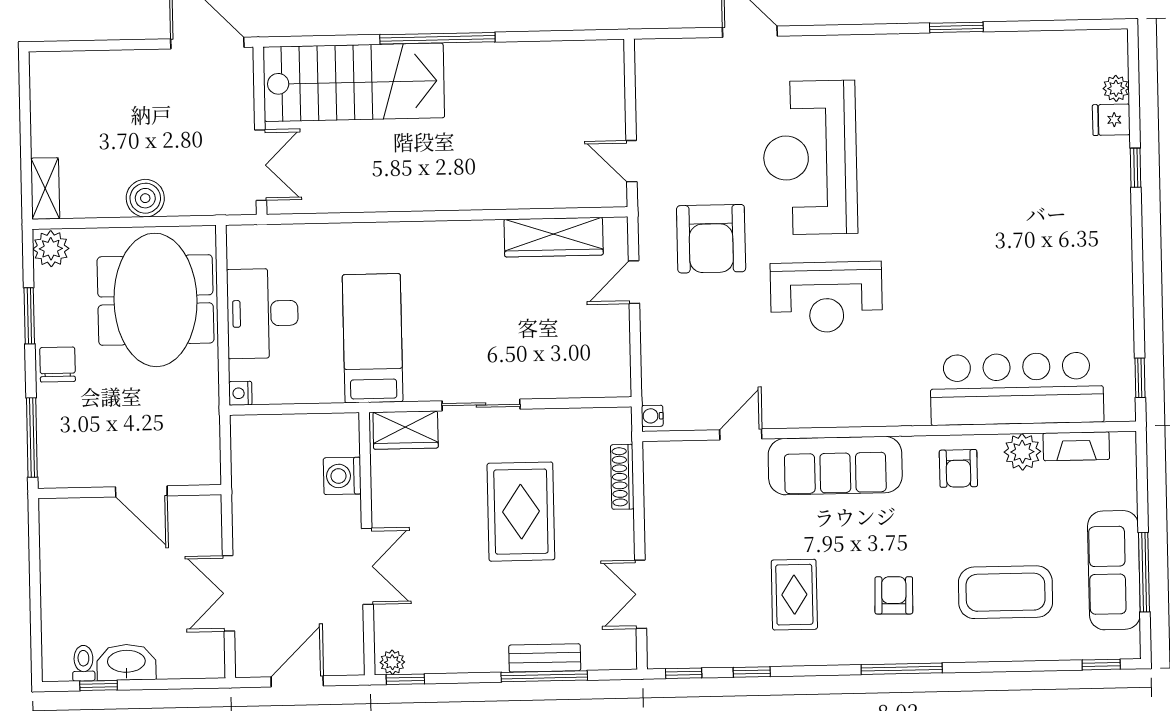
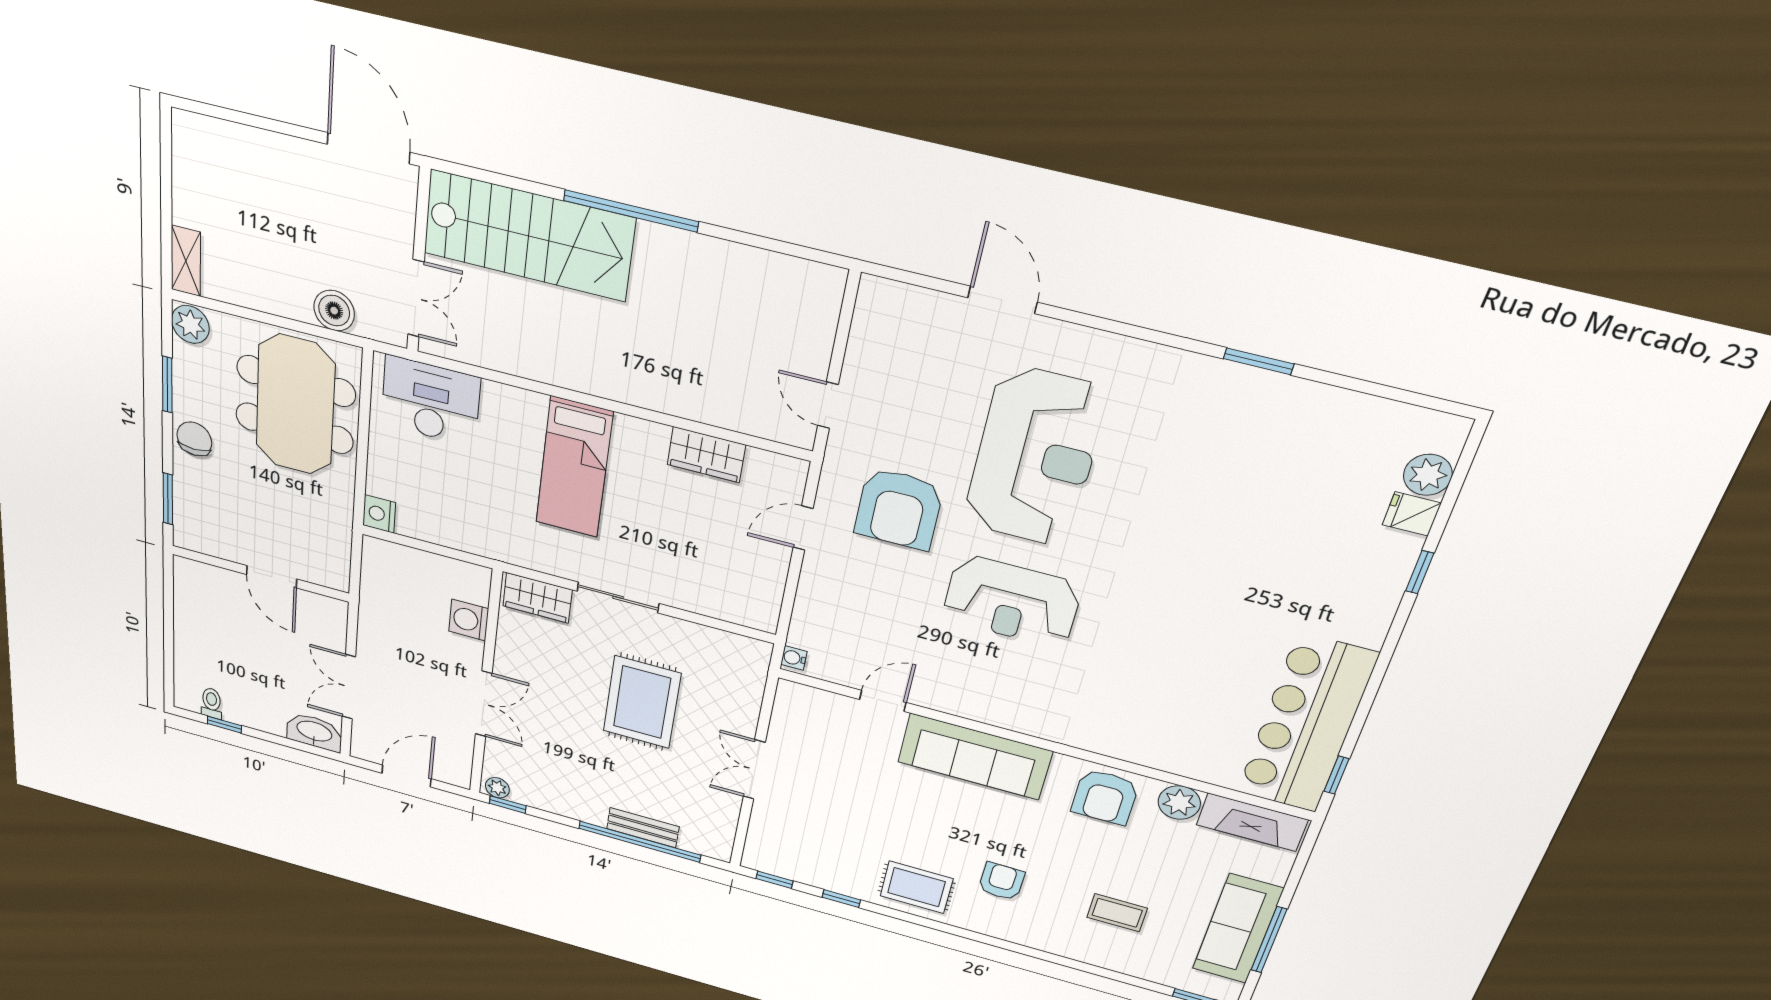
plant: (1116, 88) -> (1428, 475), width x1.38, depth x1.38
reception desk: (810, 158) -> (1035, 457), turned 180
boiler: (145, 198) -> (334, 311), moved
wardrobe: (554, 237) -> (706, 455), width x0.67
desk: (263, 313) -> (430, 401), moved, turned 90
bed: (373, 338) -> (574, 467), moved, turned 180
bar counter: (1017, 389) -> (1306, 724), moved, turned -90
nightstand: (240, 393) -> (379, 514), width x1.39, depth x1.35
window: (32, 438) -> (168, 499), width x0.69
fireplace: (1076, 446) -> (1252, 822), width x1.37, depth x1.32
armchair: (958, 468) -> (1105, 797), width x1.38, depth x1.38
shoe rack: (622, 477) -> (751, 702), removed
coffee table: (1005, 592) -> (1117, 913), width x0.54, depth x0.58
double door: (641, 594) -> (754, 769), moved
rug: (794, 595) -> (916, 887), moved, turned 90
washbasin: (126, 662) -> (314, 732), moved
window: (902, 669) -> (990, 941), removed
window: (544, 676) -> (640, 842), width x1.46

